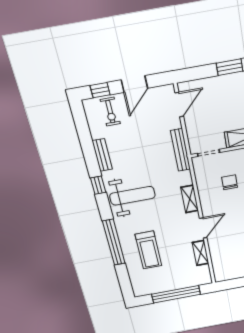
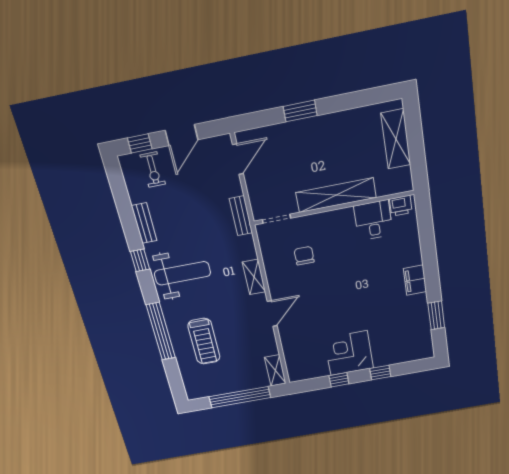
bench: (180, 150) -> (241, 216), width x0.73
shelving: (201, 253) -> (275, 370), moved

